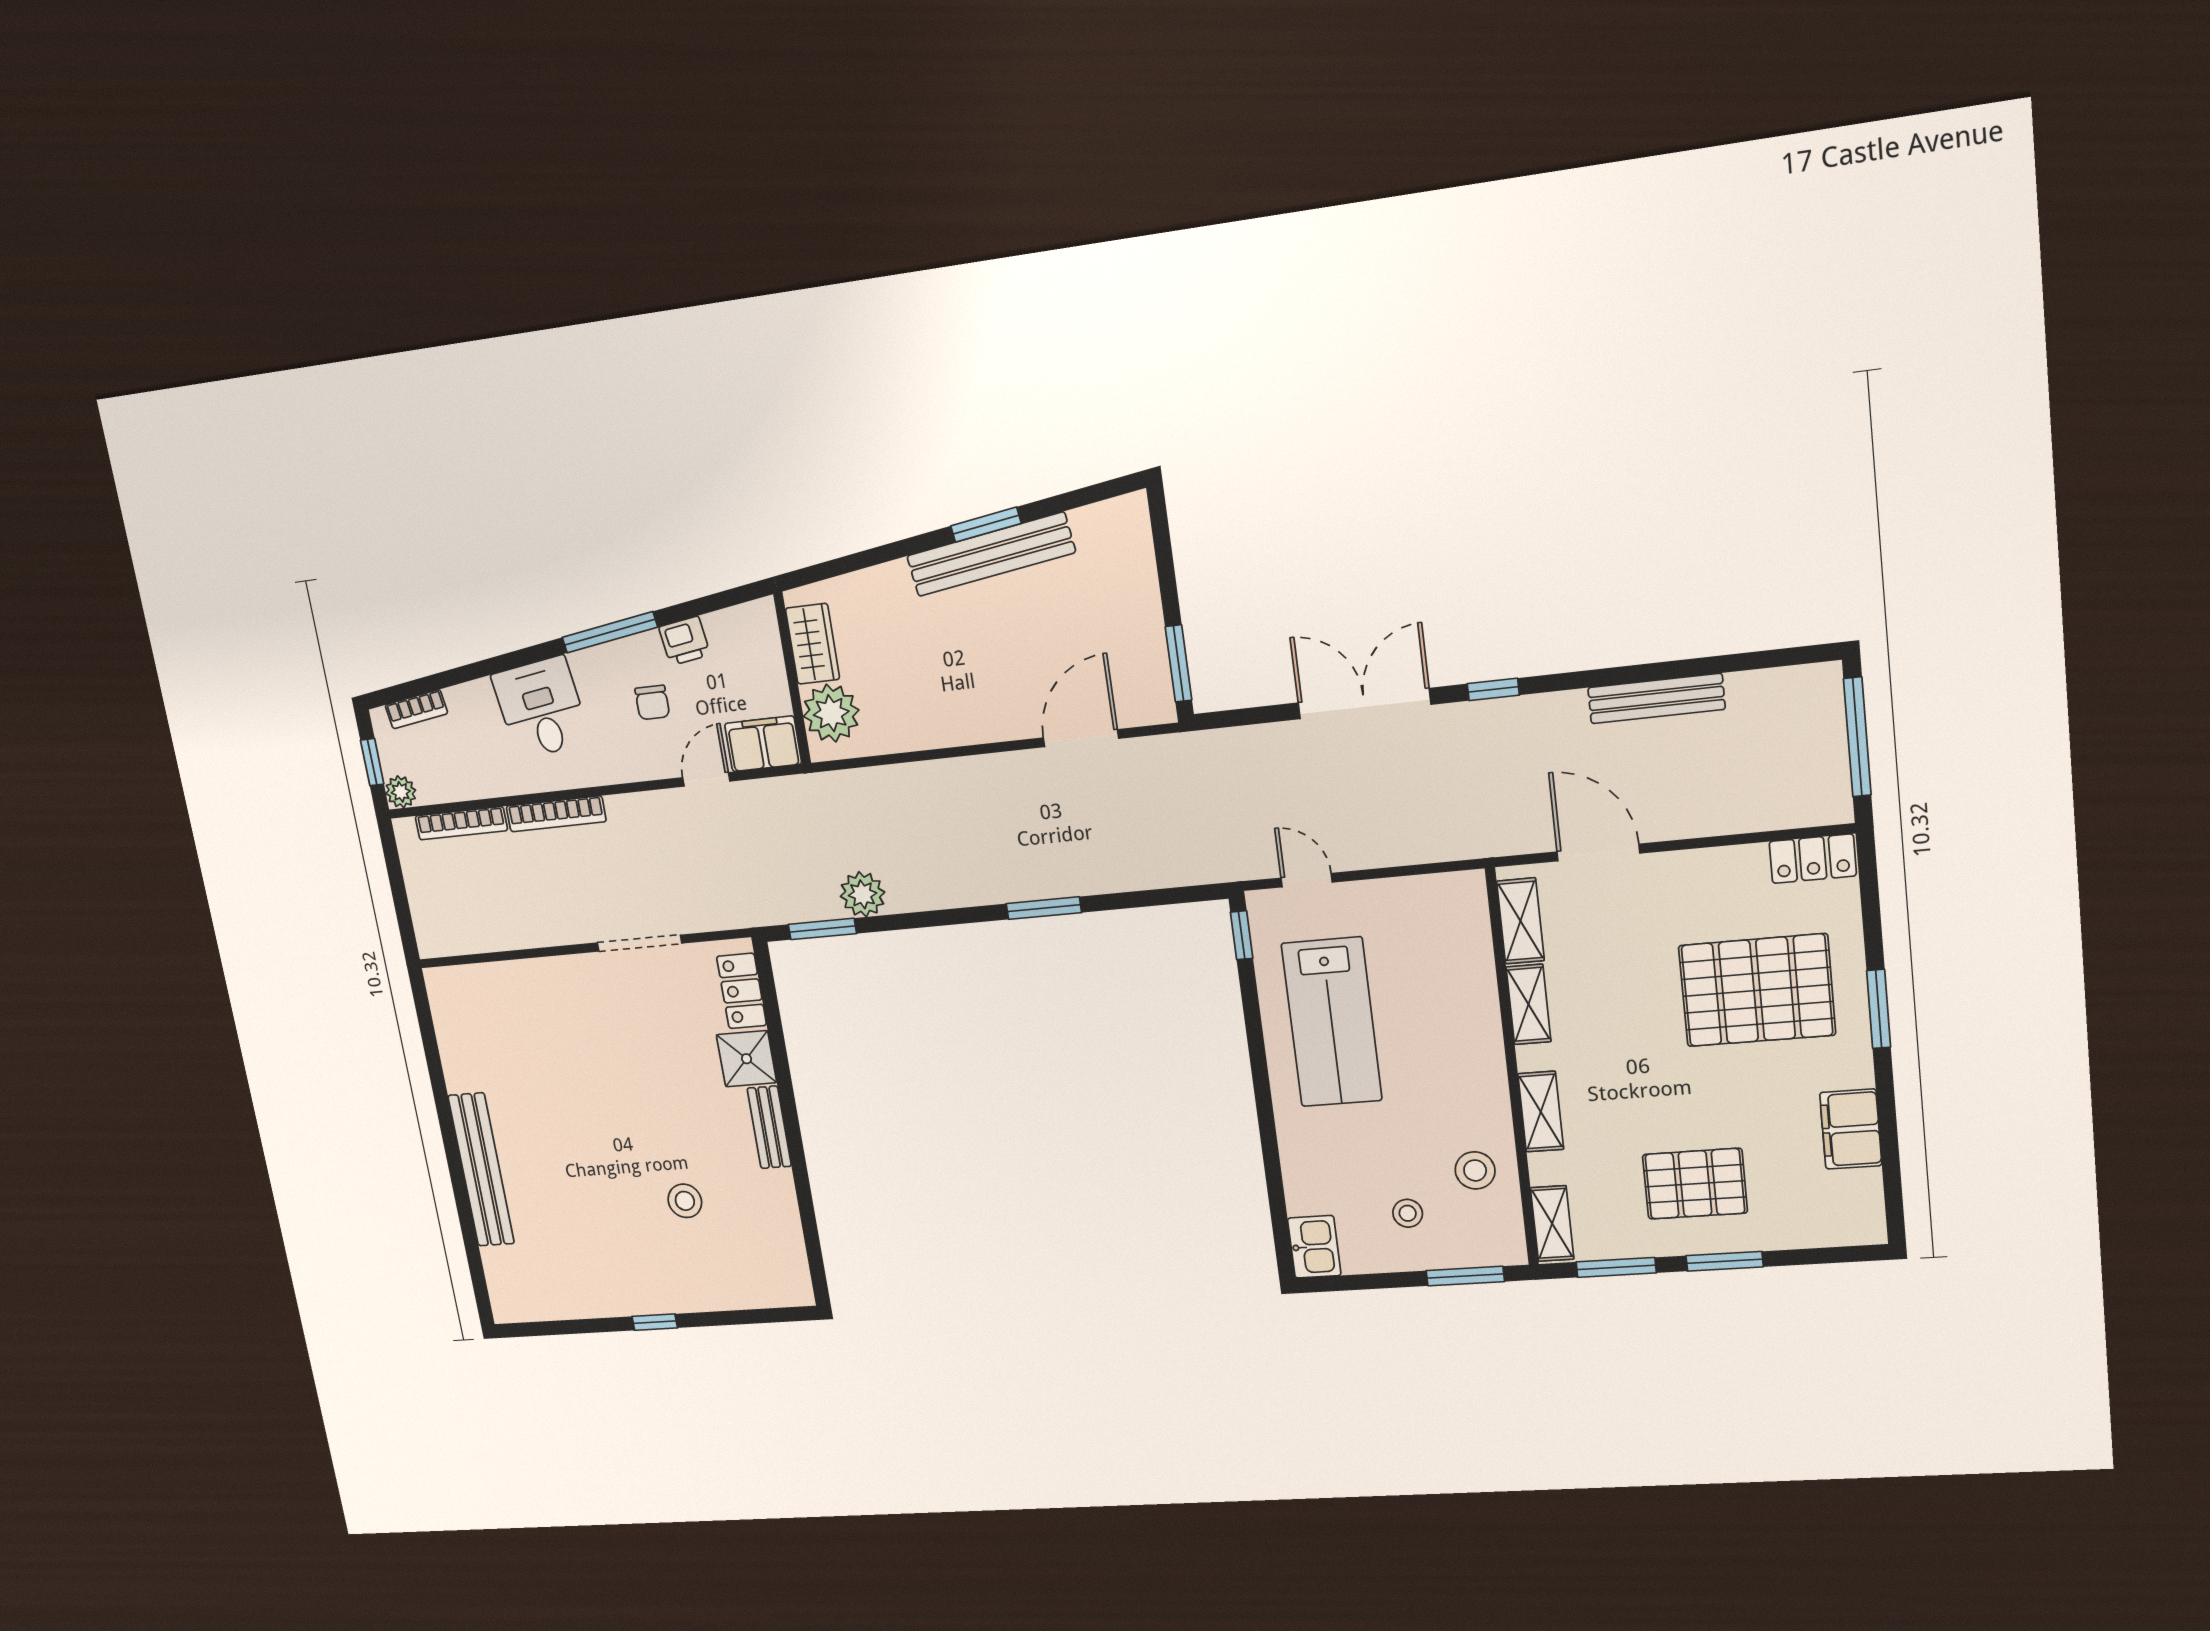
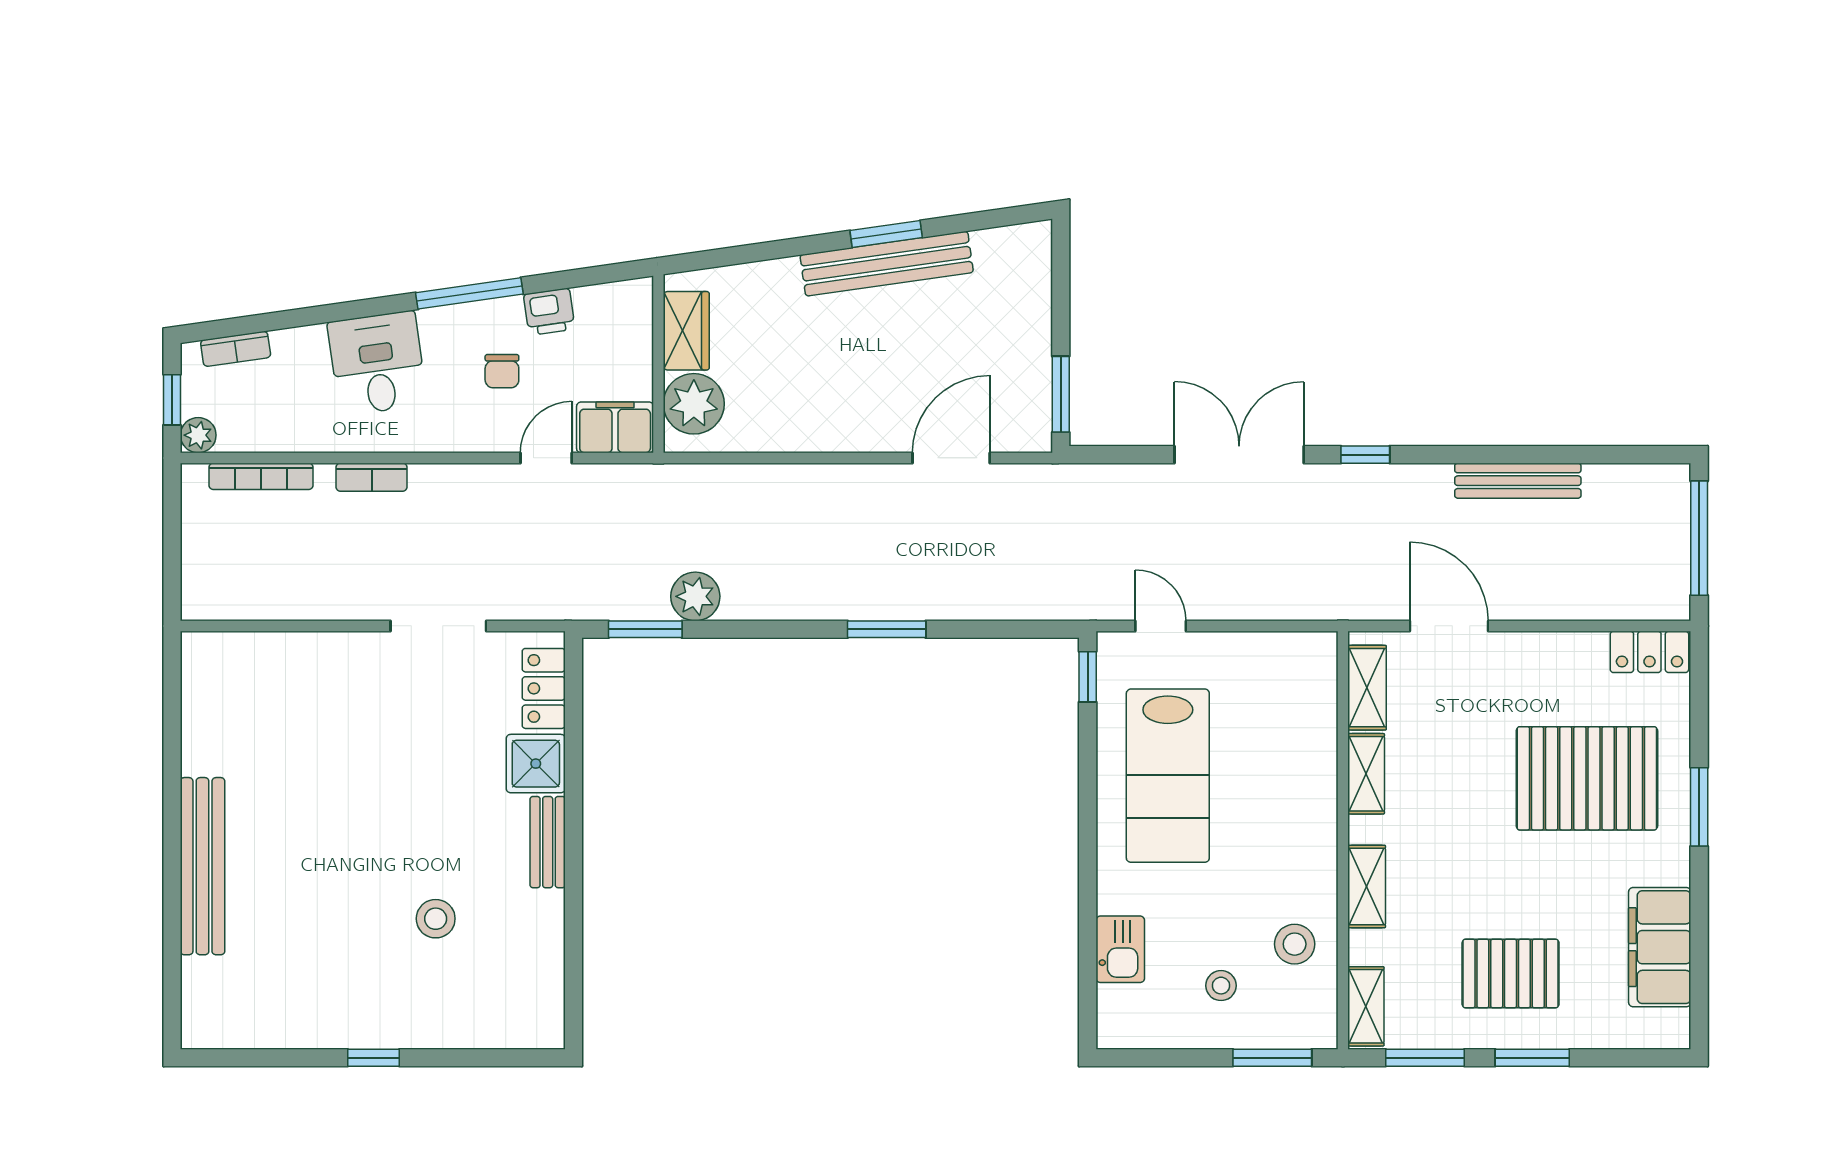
bookcase: (556, 814) -> (372, 477), width x0.64
filing cabinet: (1851, 1129) -> (1660, 947), width x1.50, depth x1.17
kitchen sink: (1314, 1247) -> (1120, 949), moved

